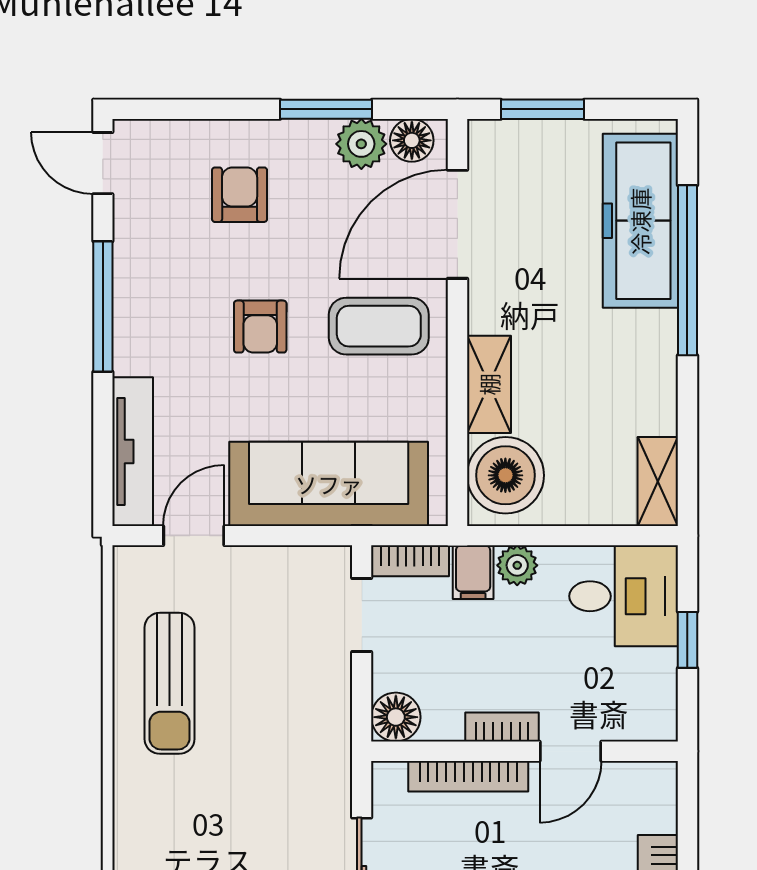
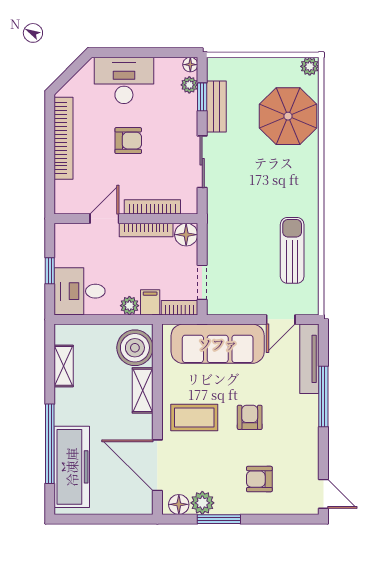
window: (543, 109) -> (118, 519), removed
armchair: (240, 195) -> (259, 479), turned 90
door: (457, 224) -> (157, 465), swing flipped
window: (103, 307) -> (323, 397), moved
shelving: (658, 481) -> (64, 366), moved
bookcase: (502, 727) -> (146, 230), width x1.56

